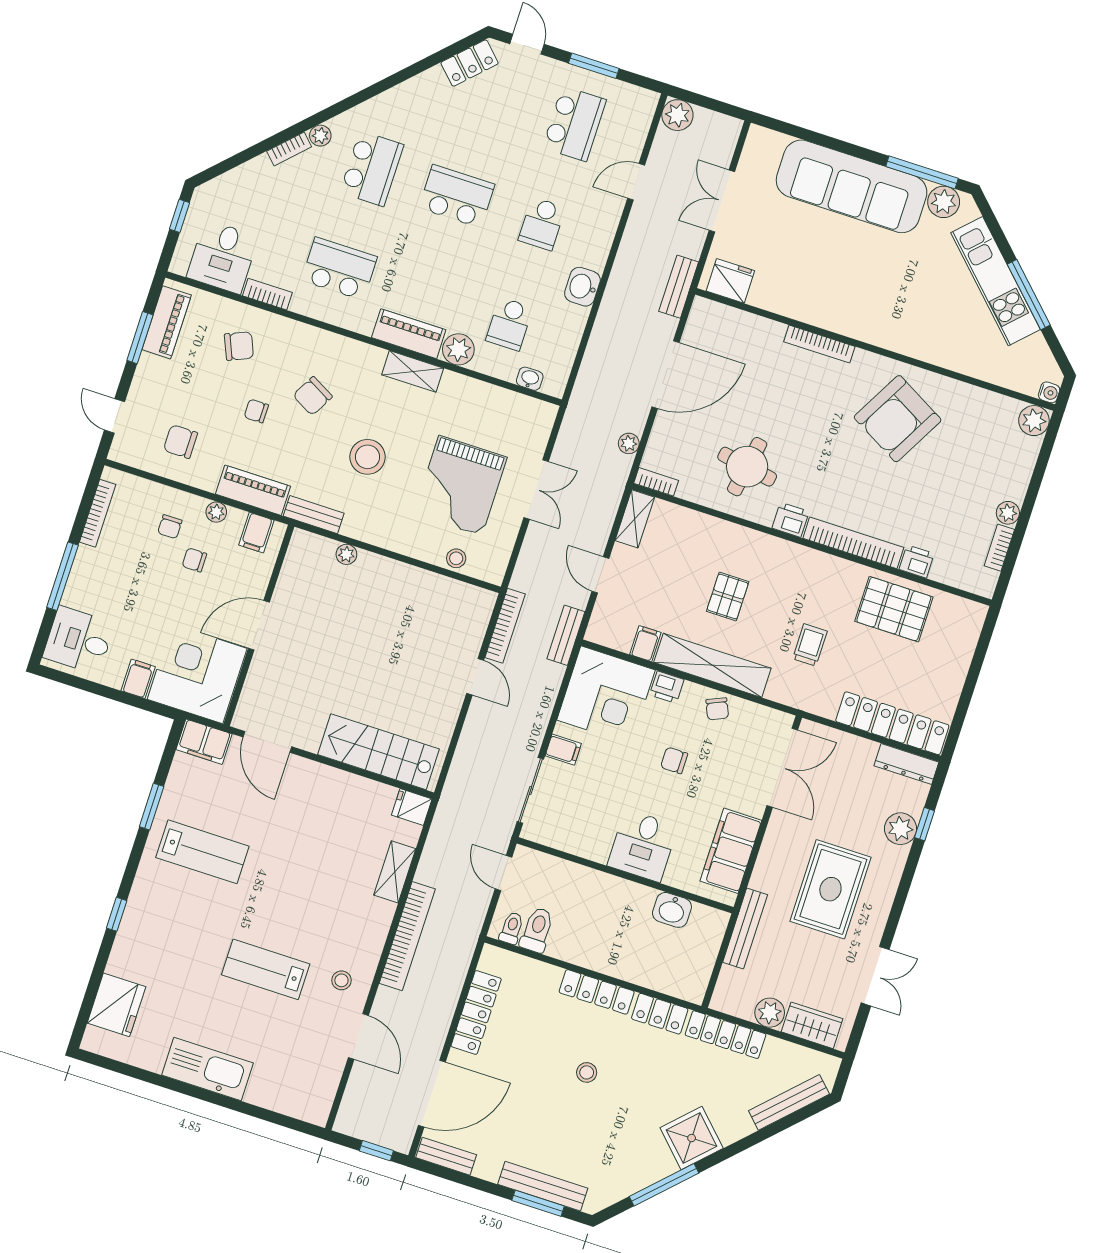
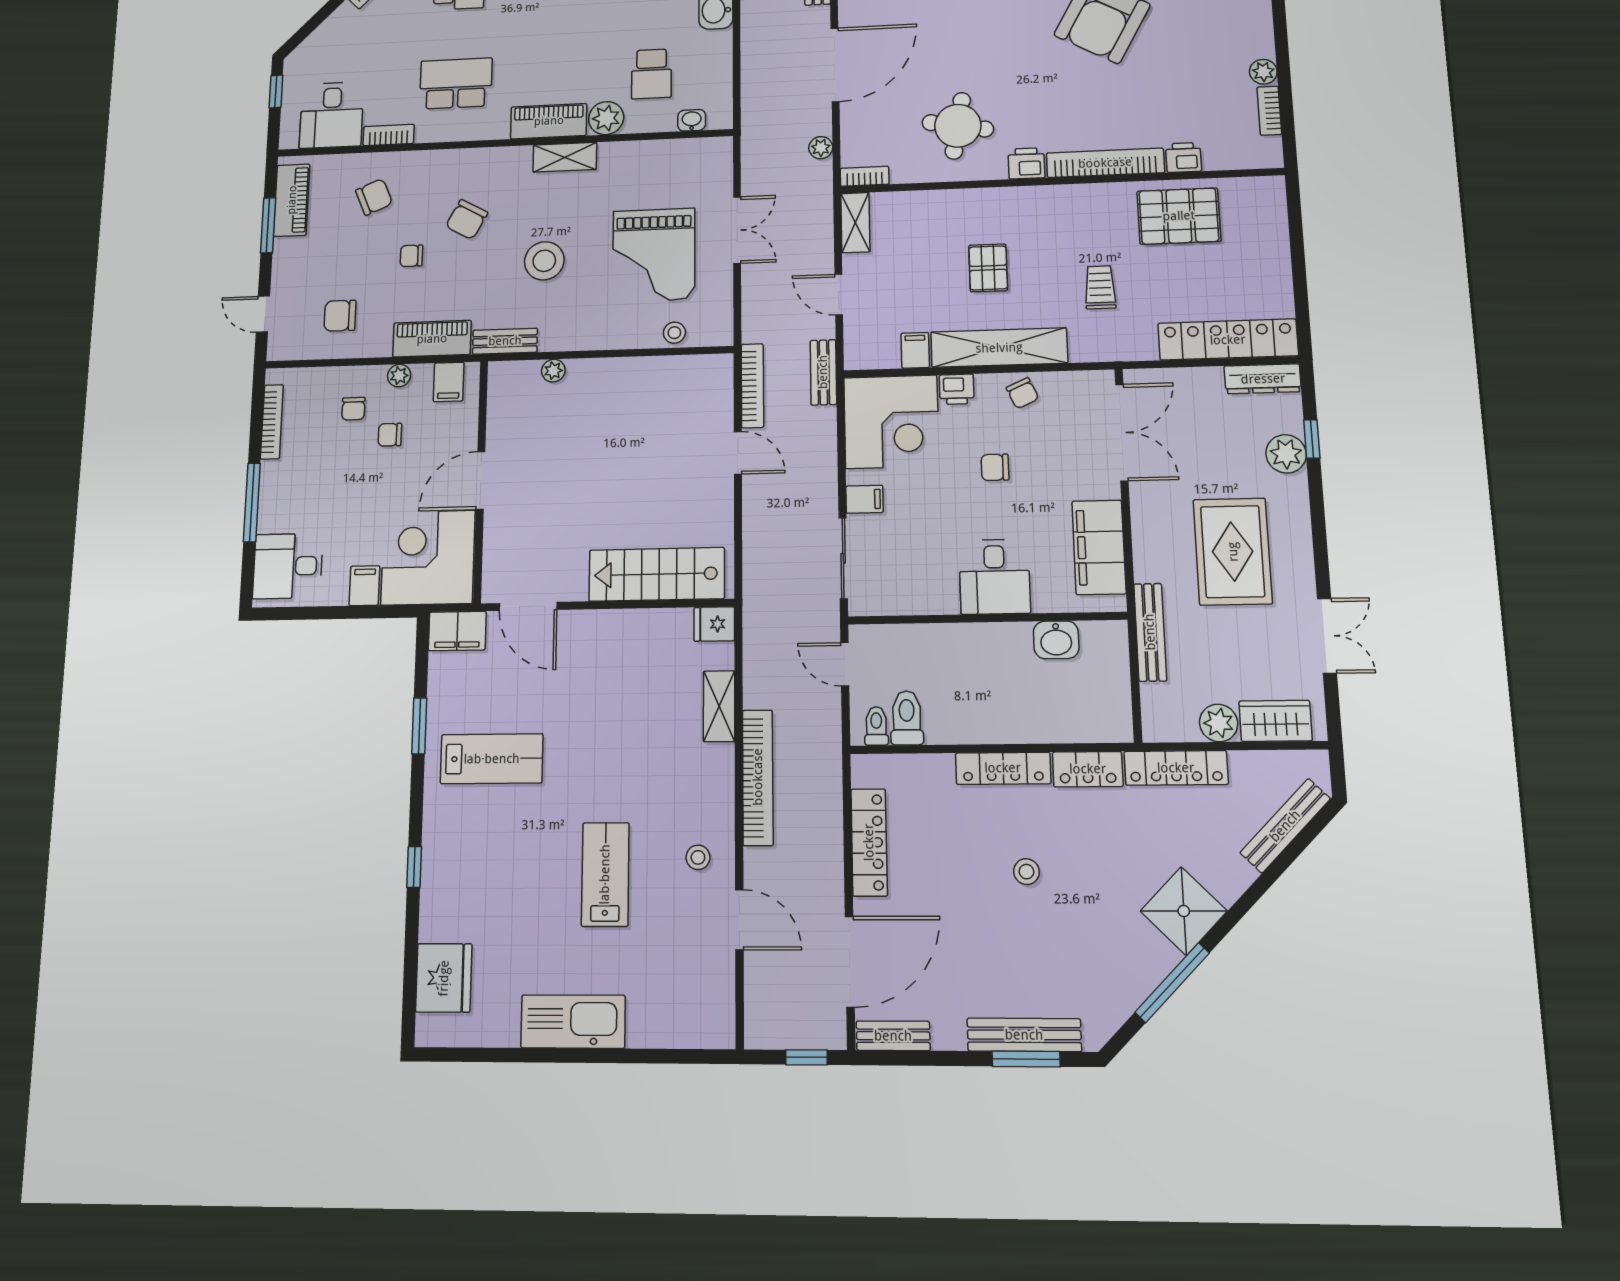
lab bench: (266, 969) -> (605, 874), turned 90

